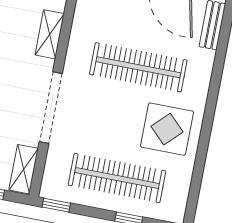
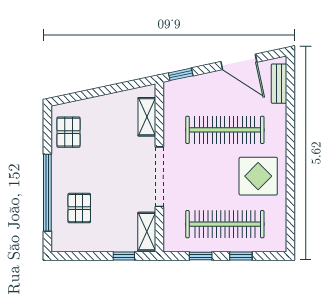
window: (56, 205) -> (201, 256), moved

